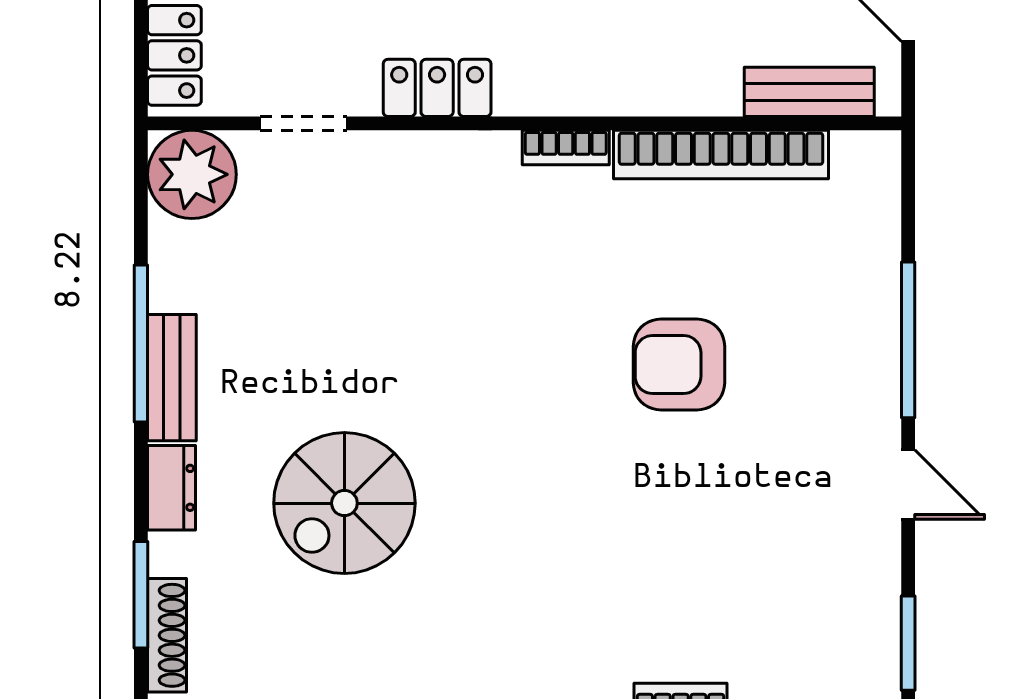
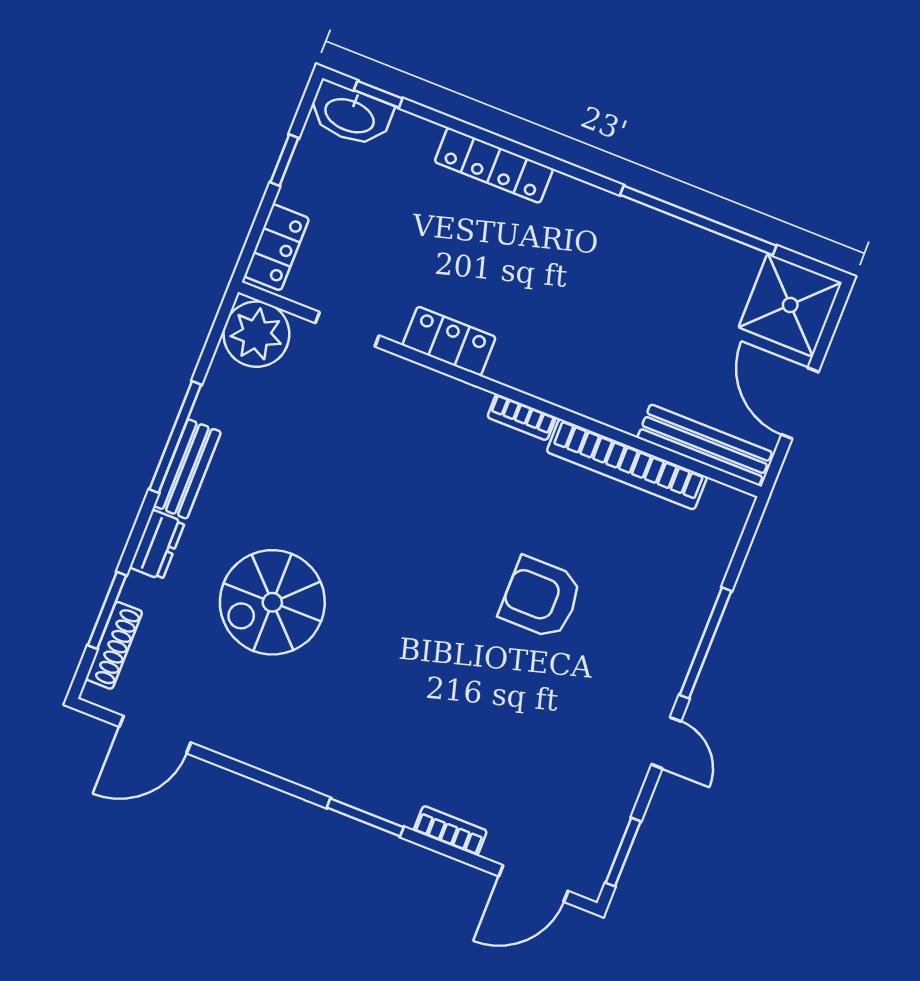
bench: (809, 92) -> (705, 445), width x1.36

